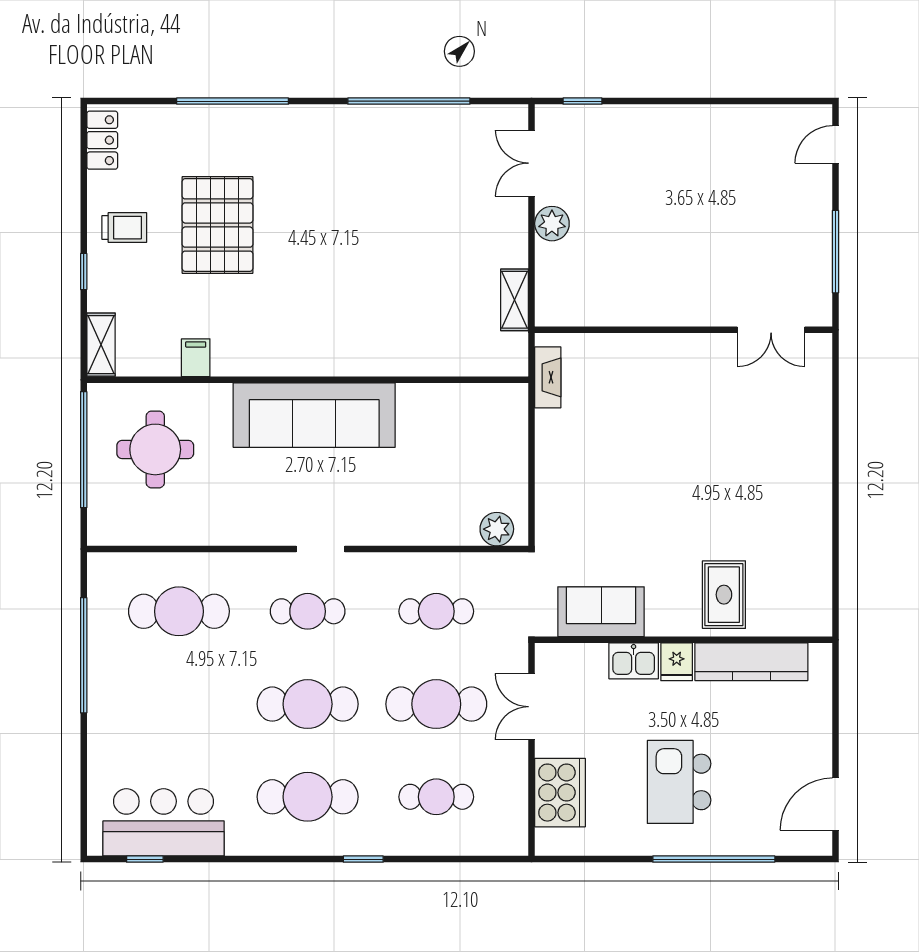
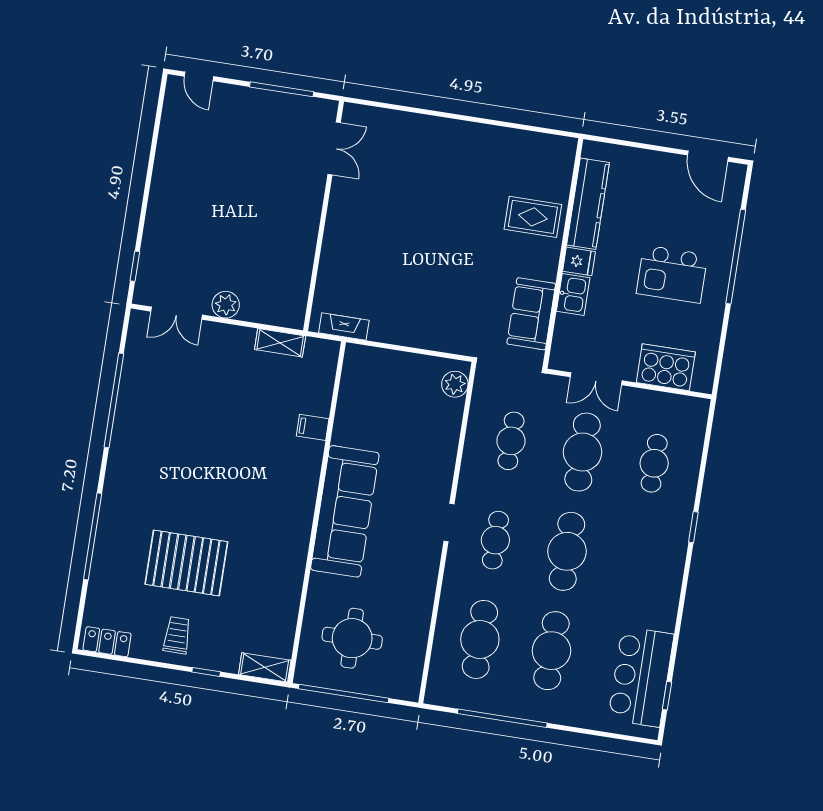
filing cabinet: (196, 358) -> (313, 427), moved
cafe table: (308, 797) -> (551, 651), moved

